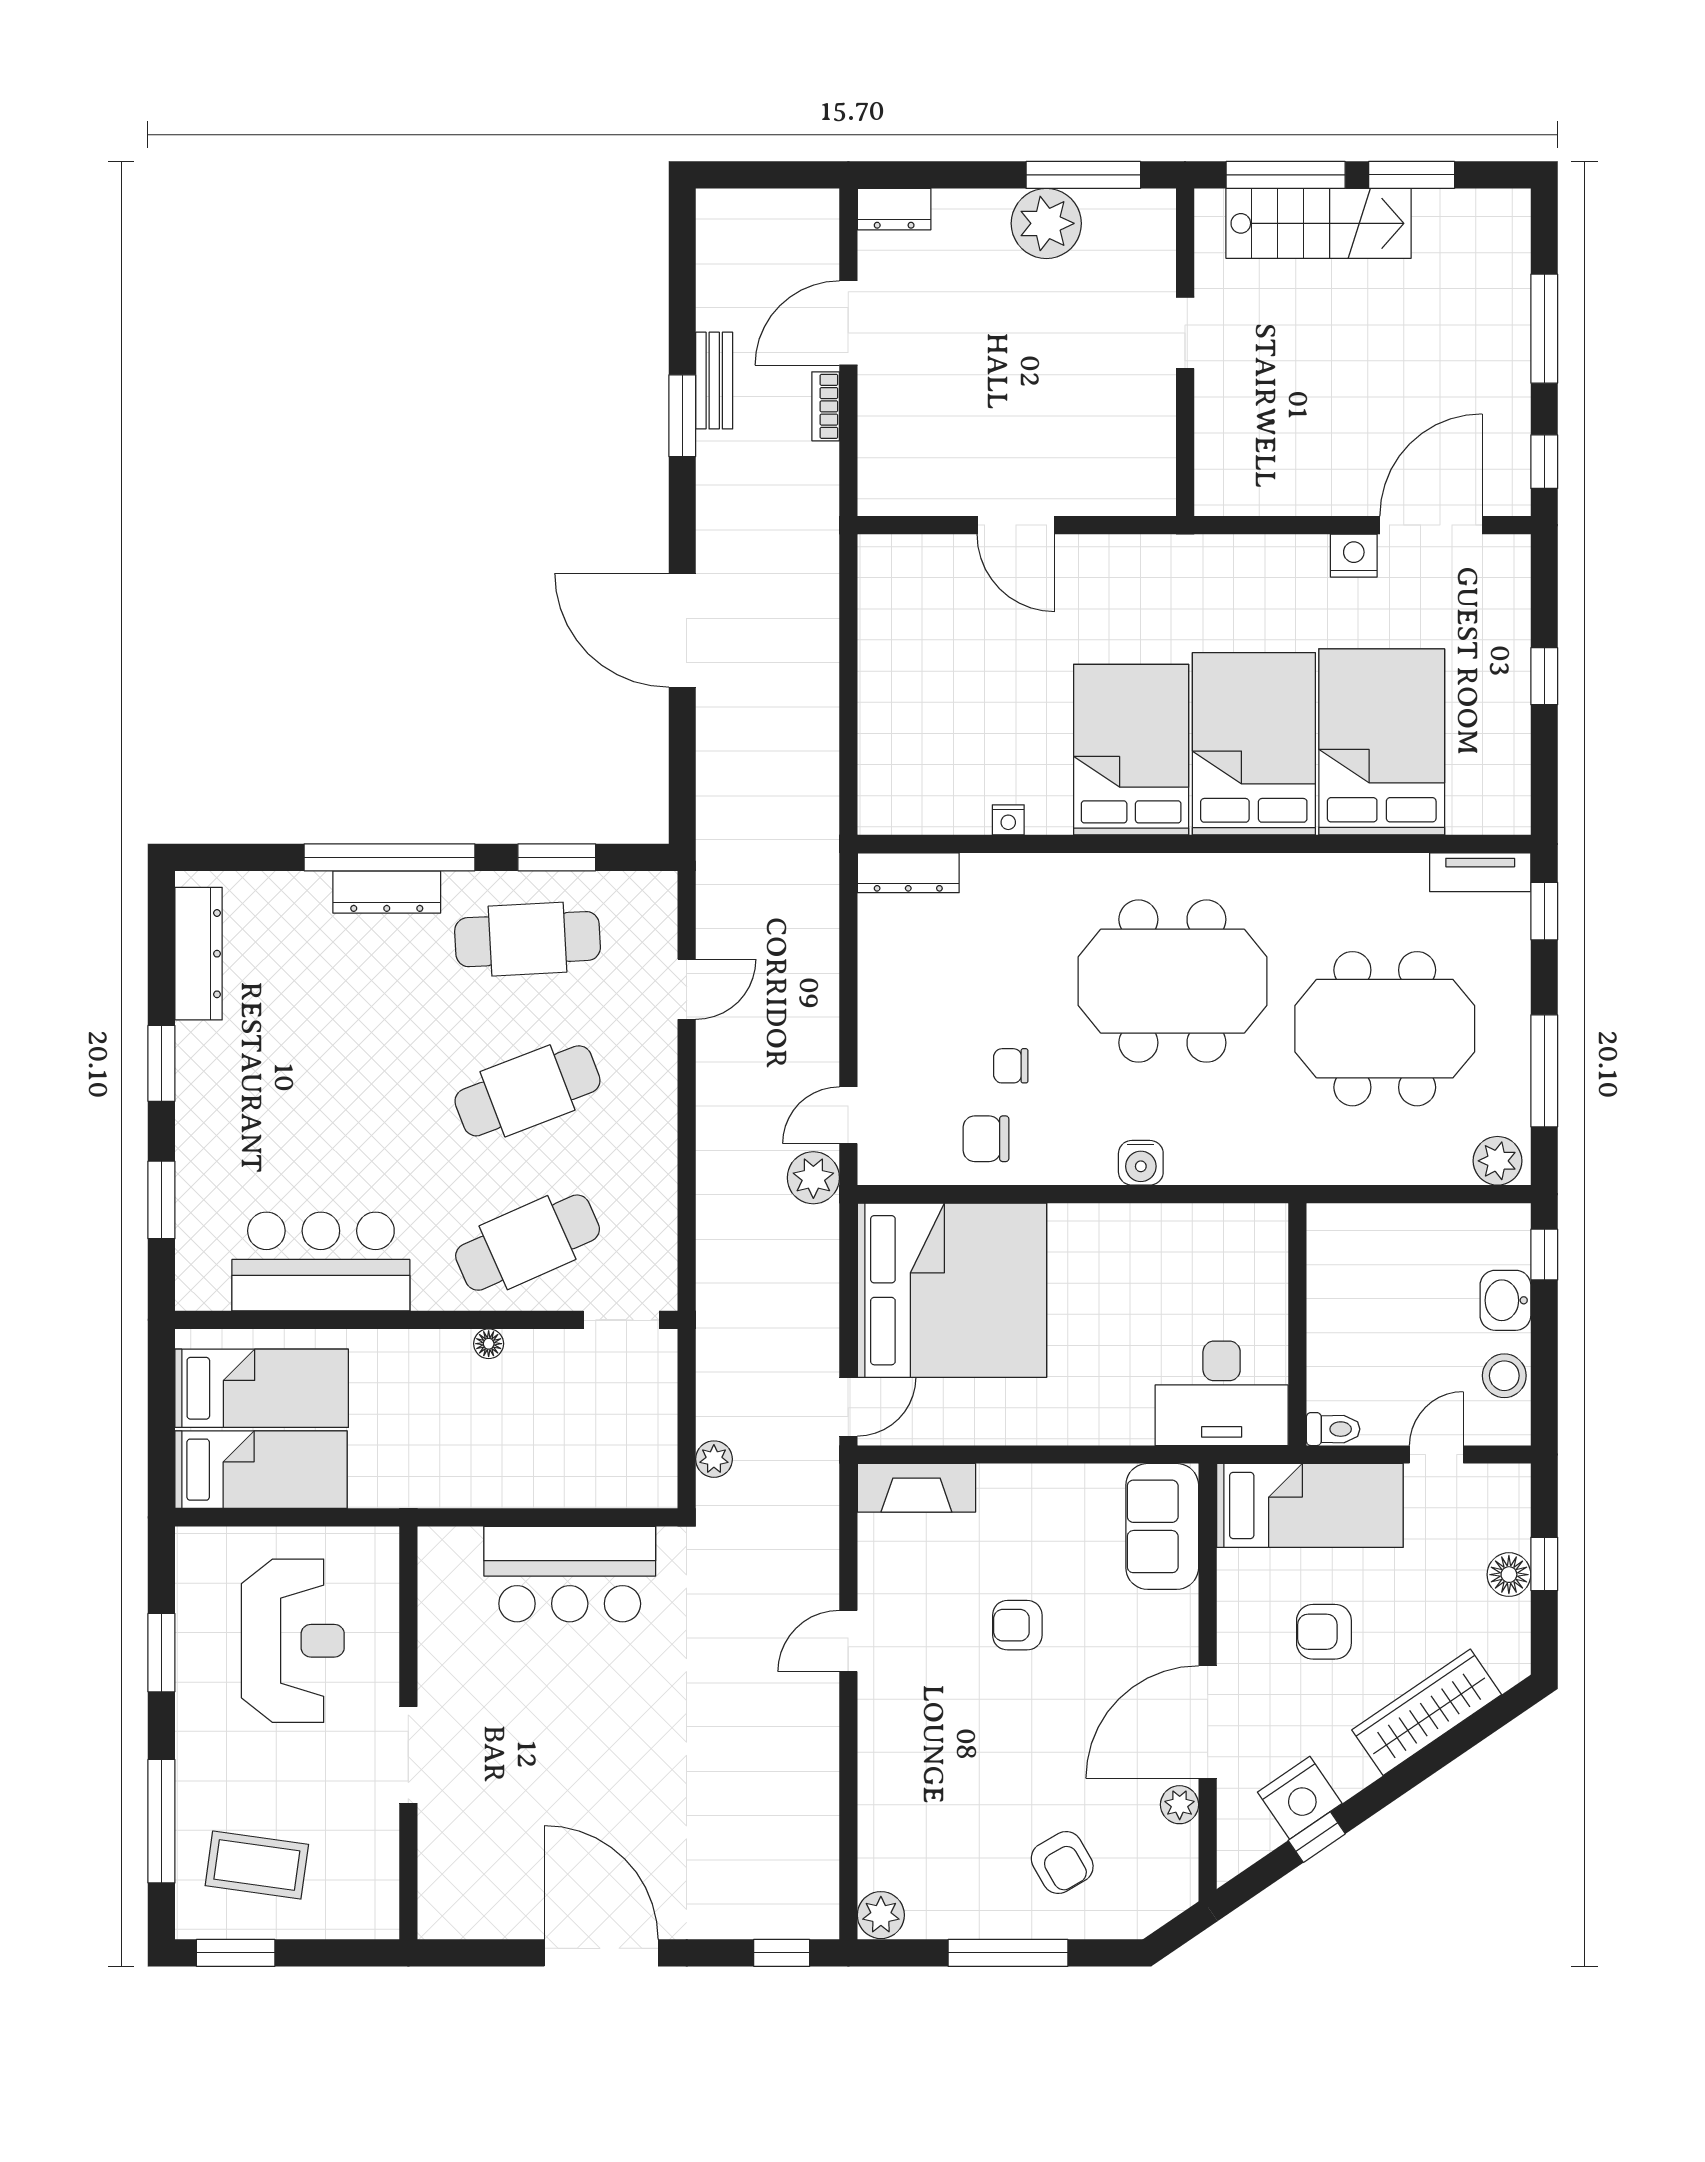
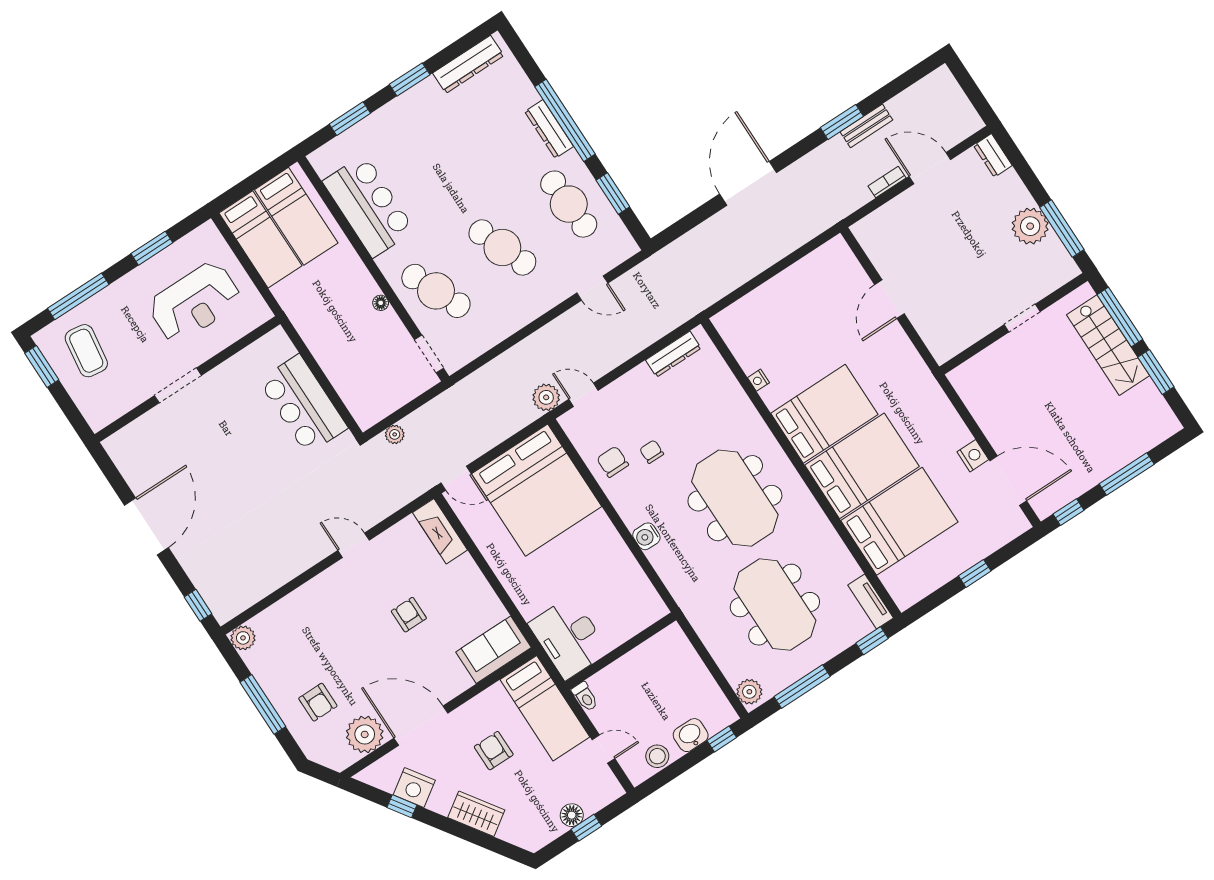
dresser: (908, 873) -> (673, 354), moved, turned -90
wardrobe: (1427, 1712) -> (476, 814), width x0.67
plant: (1180, 1805) -> (365, 734), width x1.88, depth x1.88
armchair: (1062, 1863) -> (318, 702), turned -60

